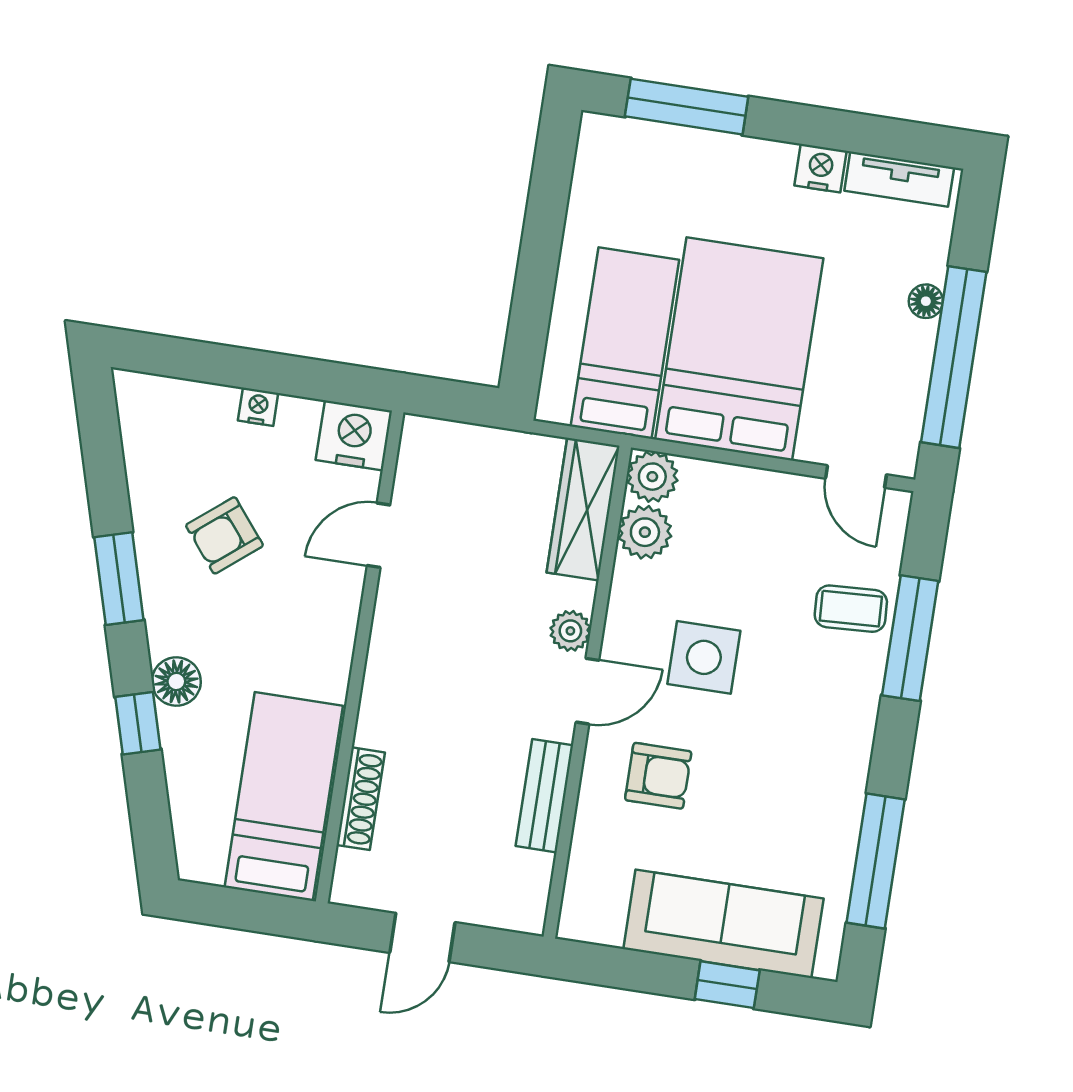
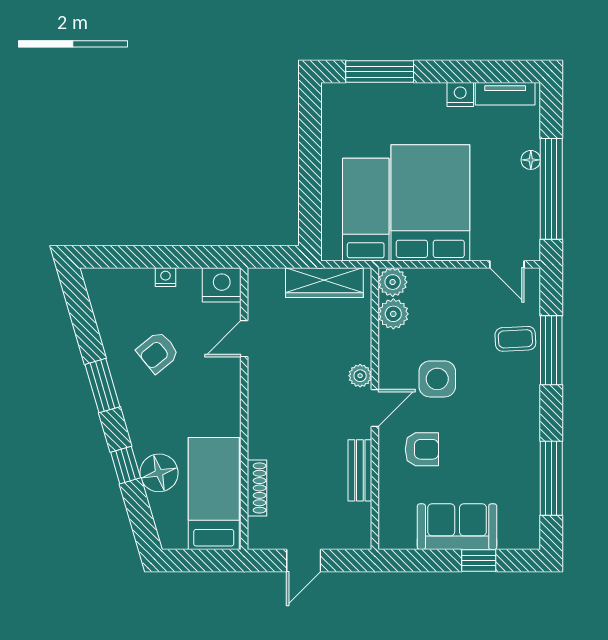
wardrobe: (583, 509) -> (324, 283), moved, turned -90
floor lamp: (176, 681) -> (159, 473), moved, width x1.38, depth x1.38
sofa: (723, 924) -> (457, 527), width x0.73

